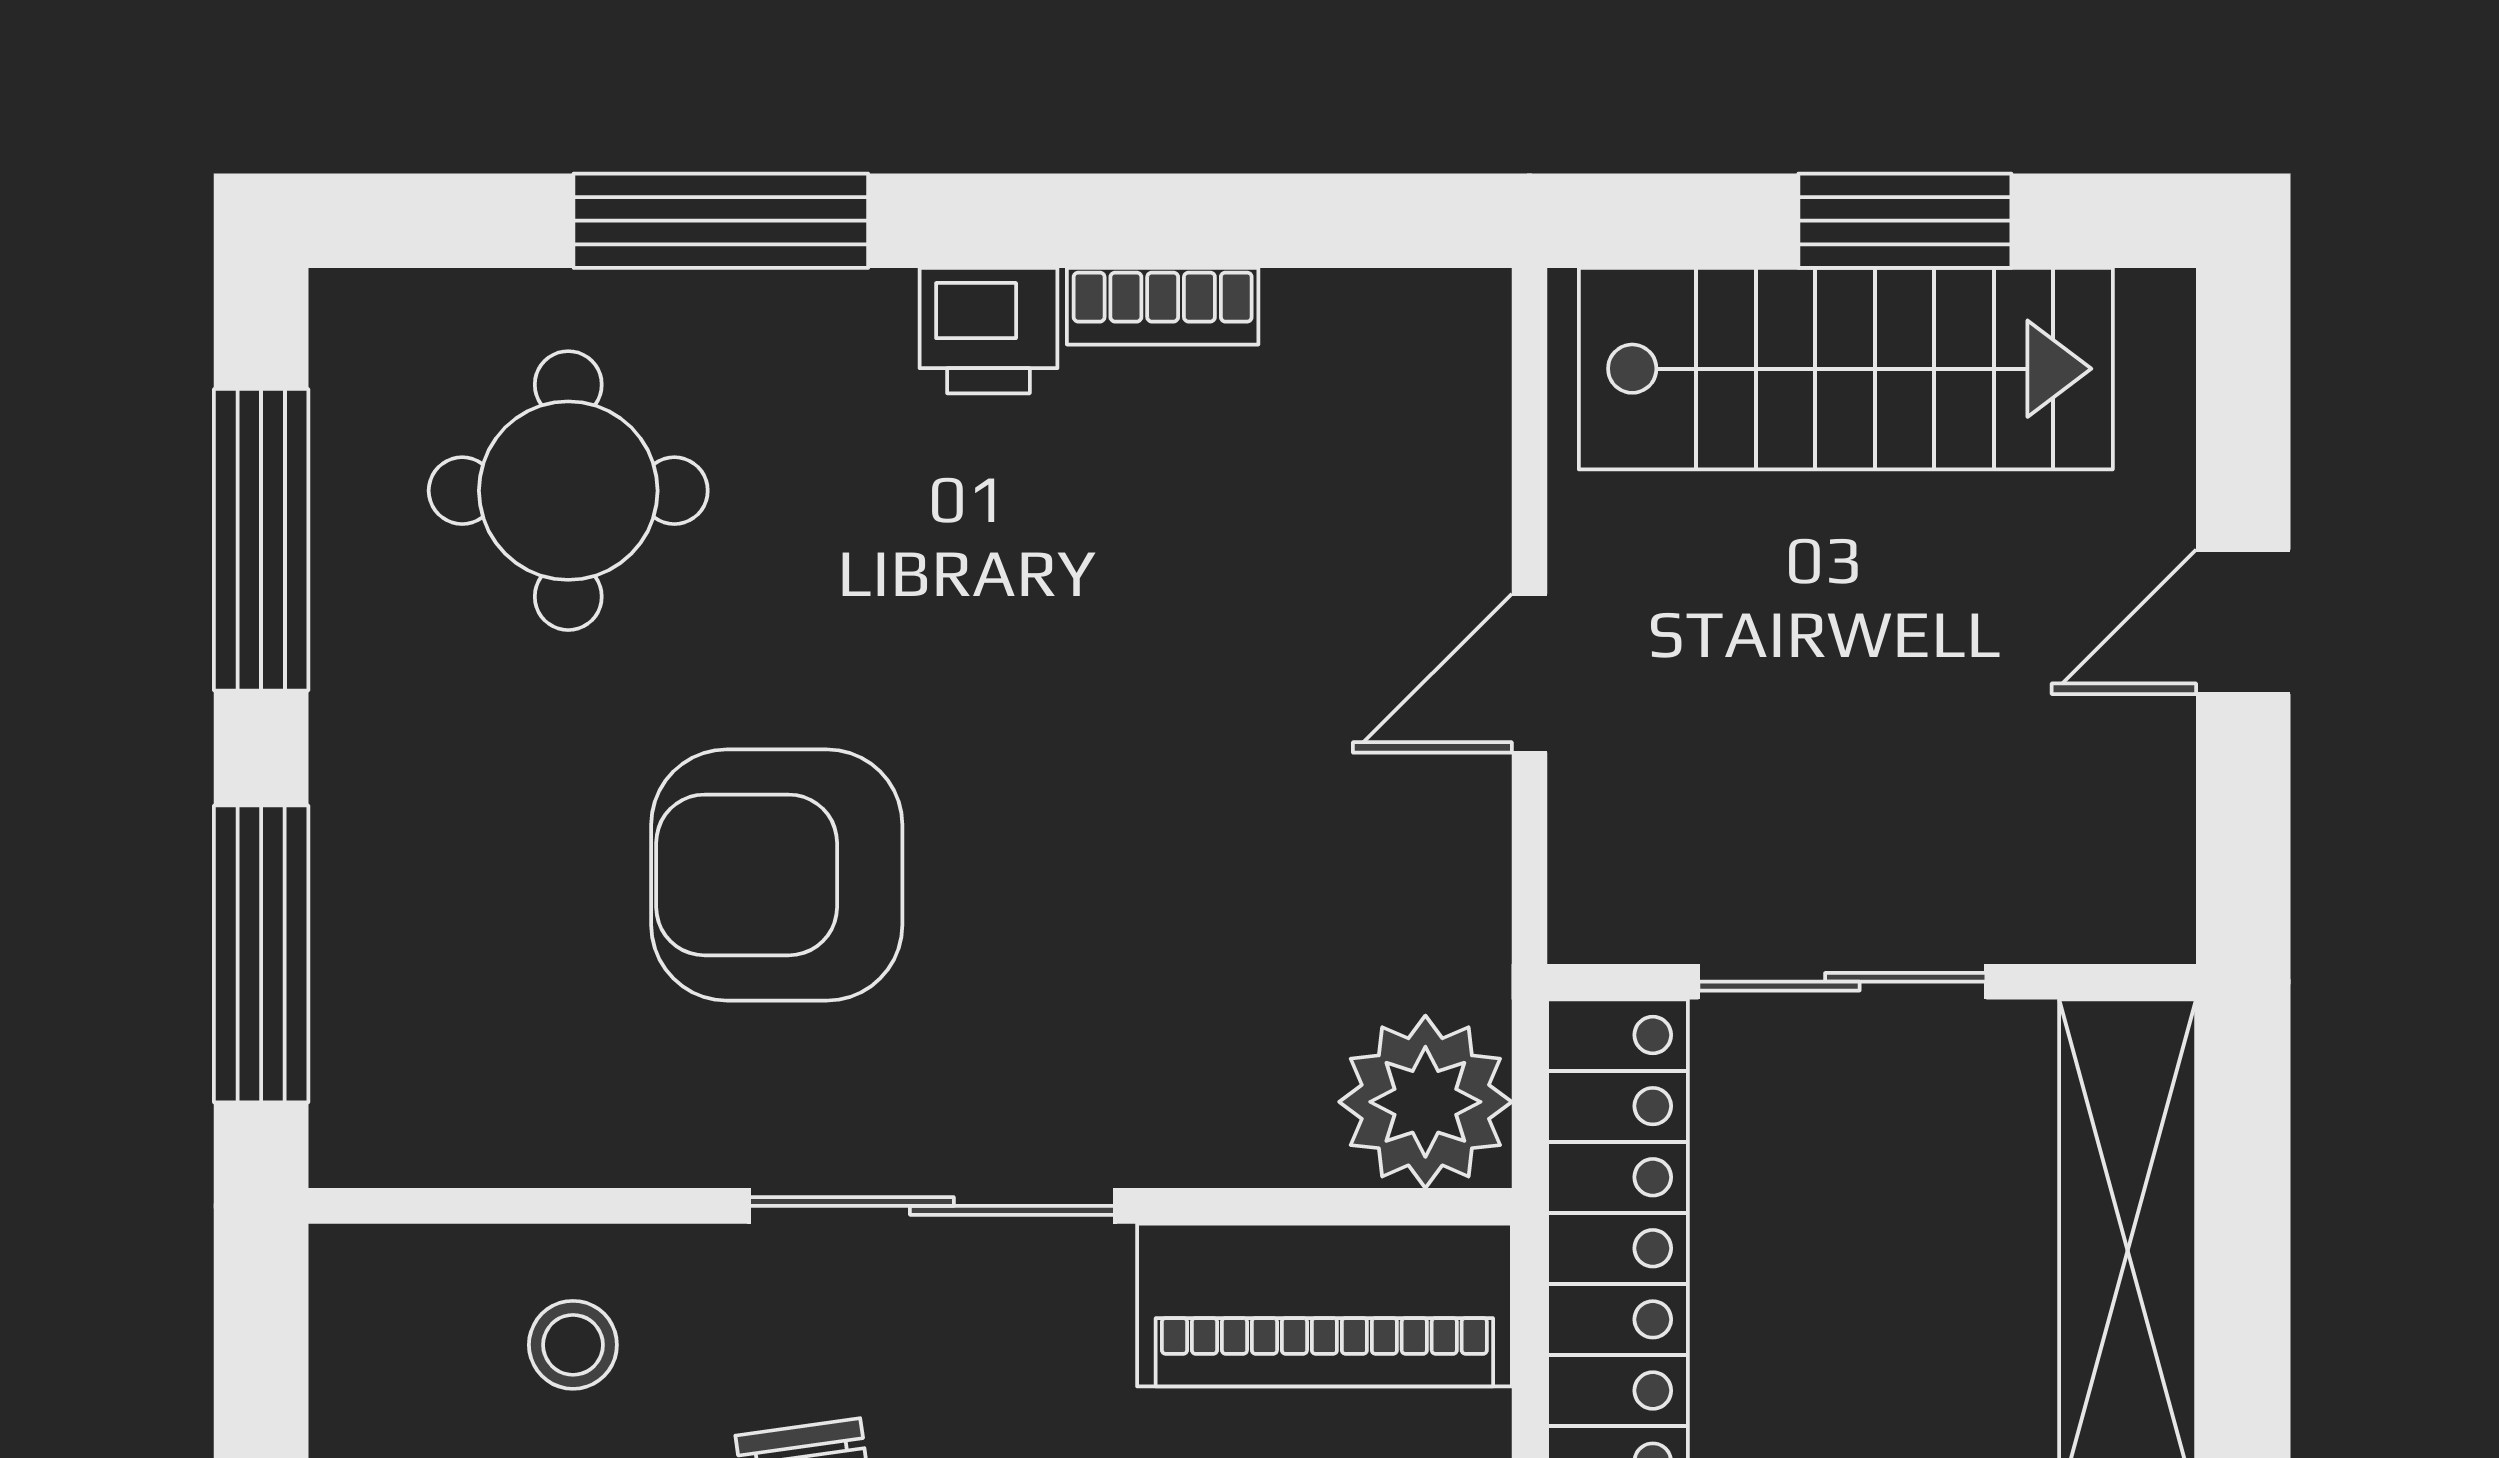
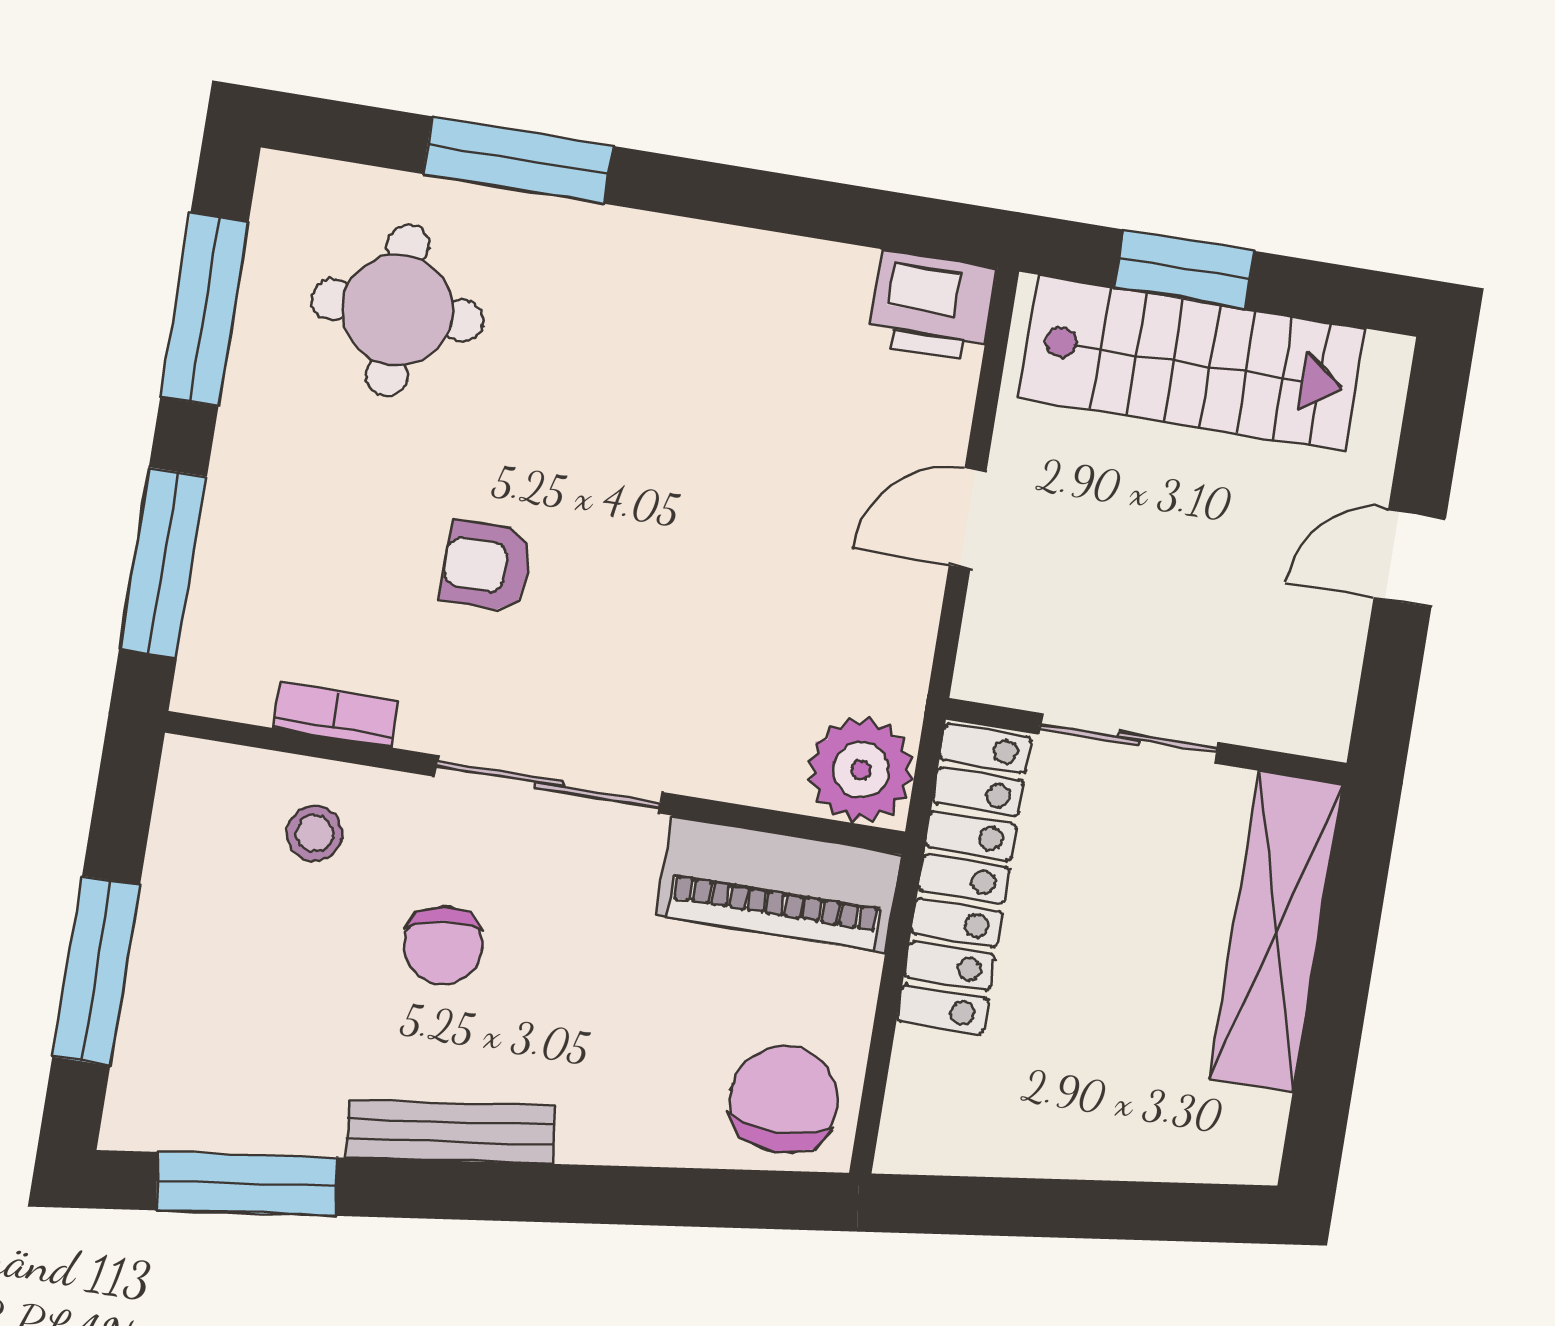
window: (1905, 221) -> (1185, 269), moved
bookcase: (1163, 306) -> (336, 714), moved, turned 180
printer: (988, 331) -> (932, 306), moved, width x1.36, depth x1.24
armchair: (777, 875) -> (487, 566), width x0.53, depth x0.53

